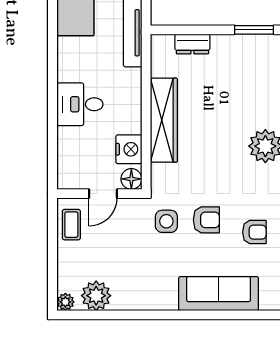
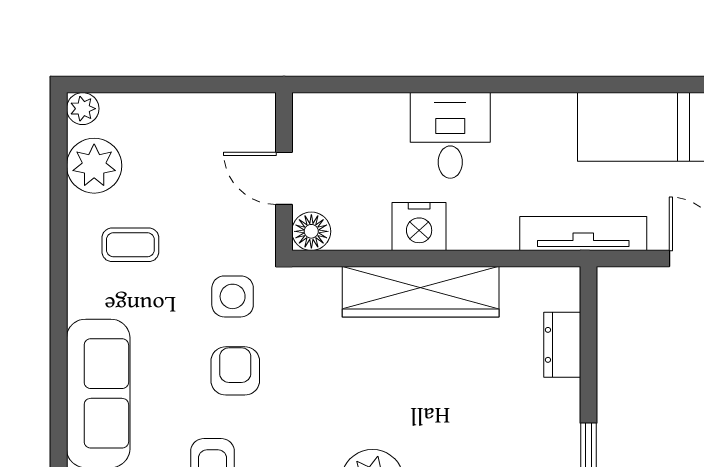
nightstand: (129, 149) -> (419, 226), moved
armchair: (206, 220) -> (235, 371), turned 180
coffee table: (71, 225) -> (130, 245), moved

